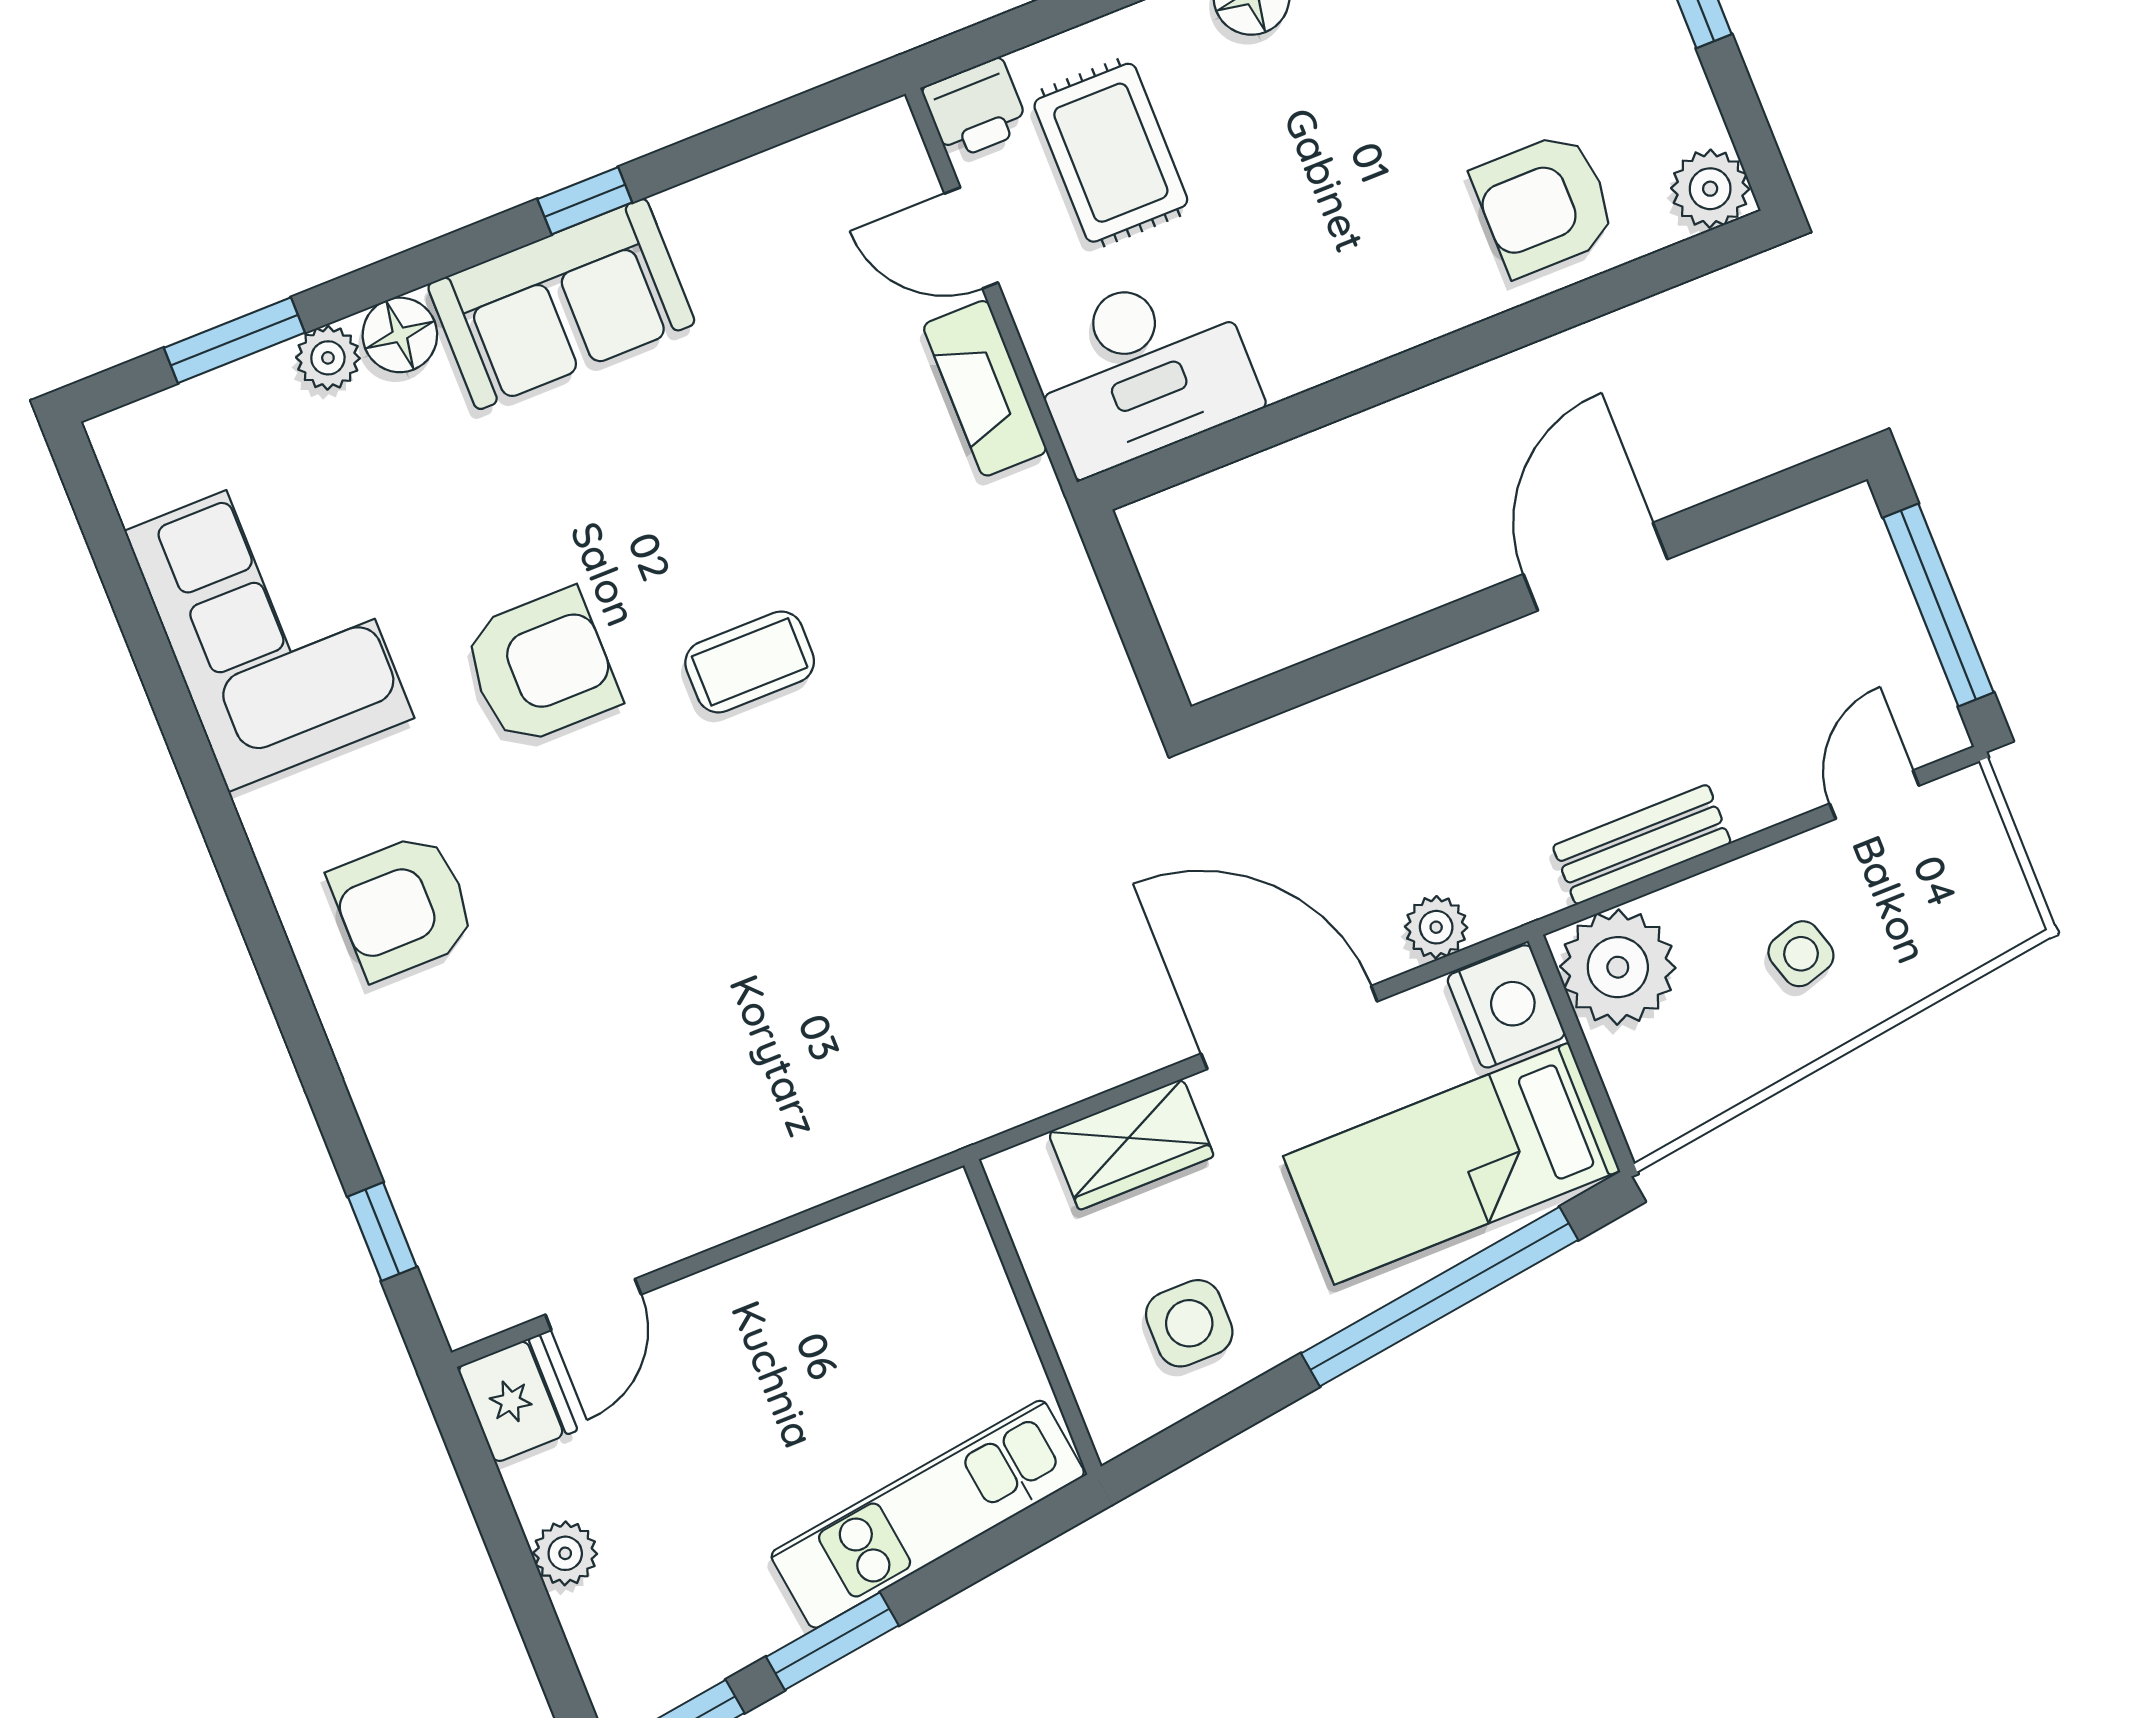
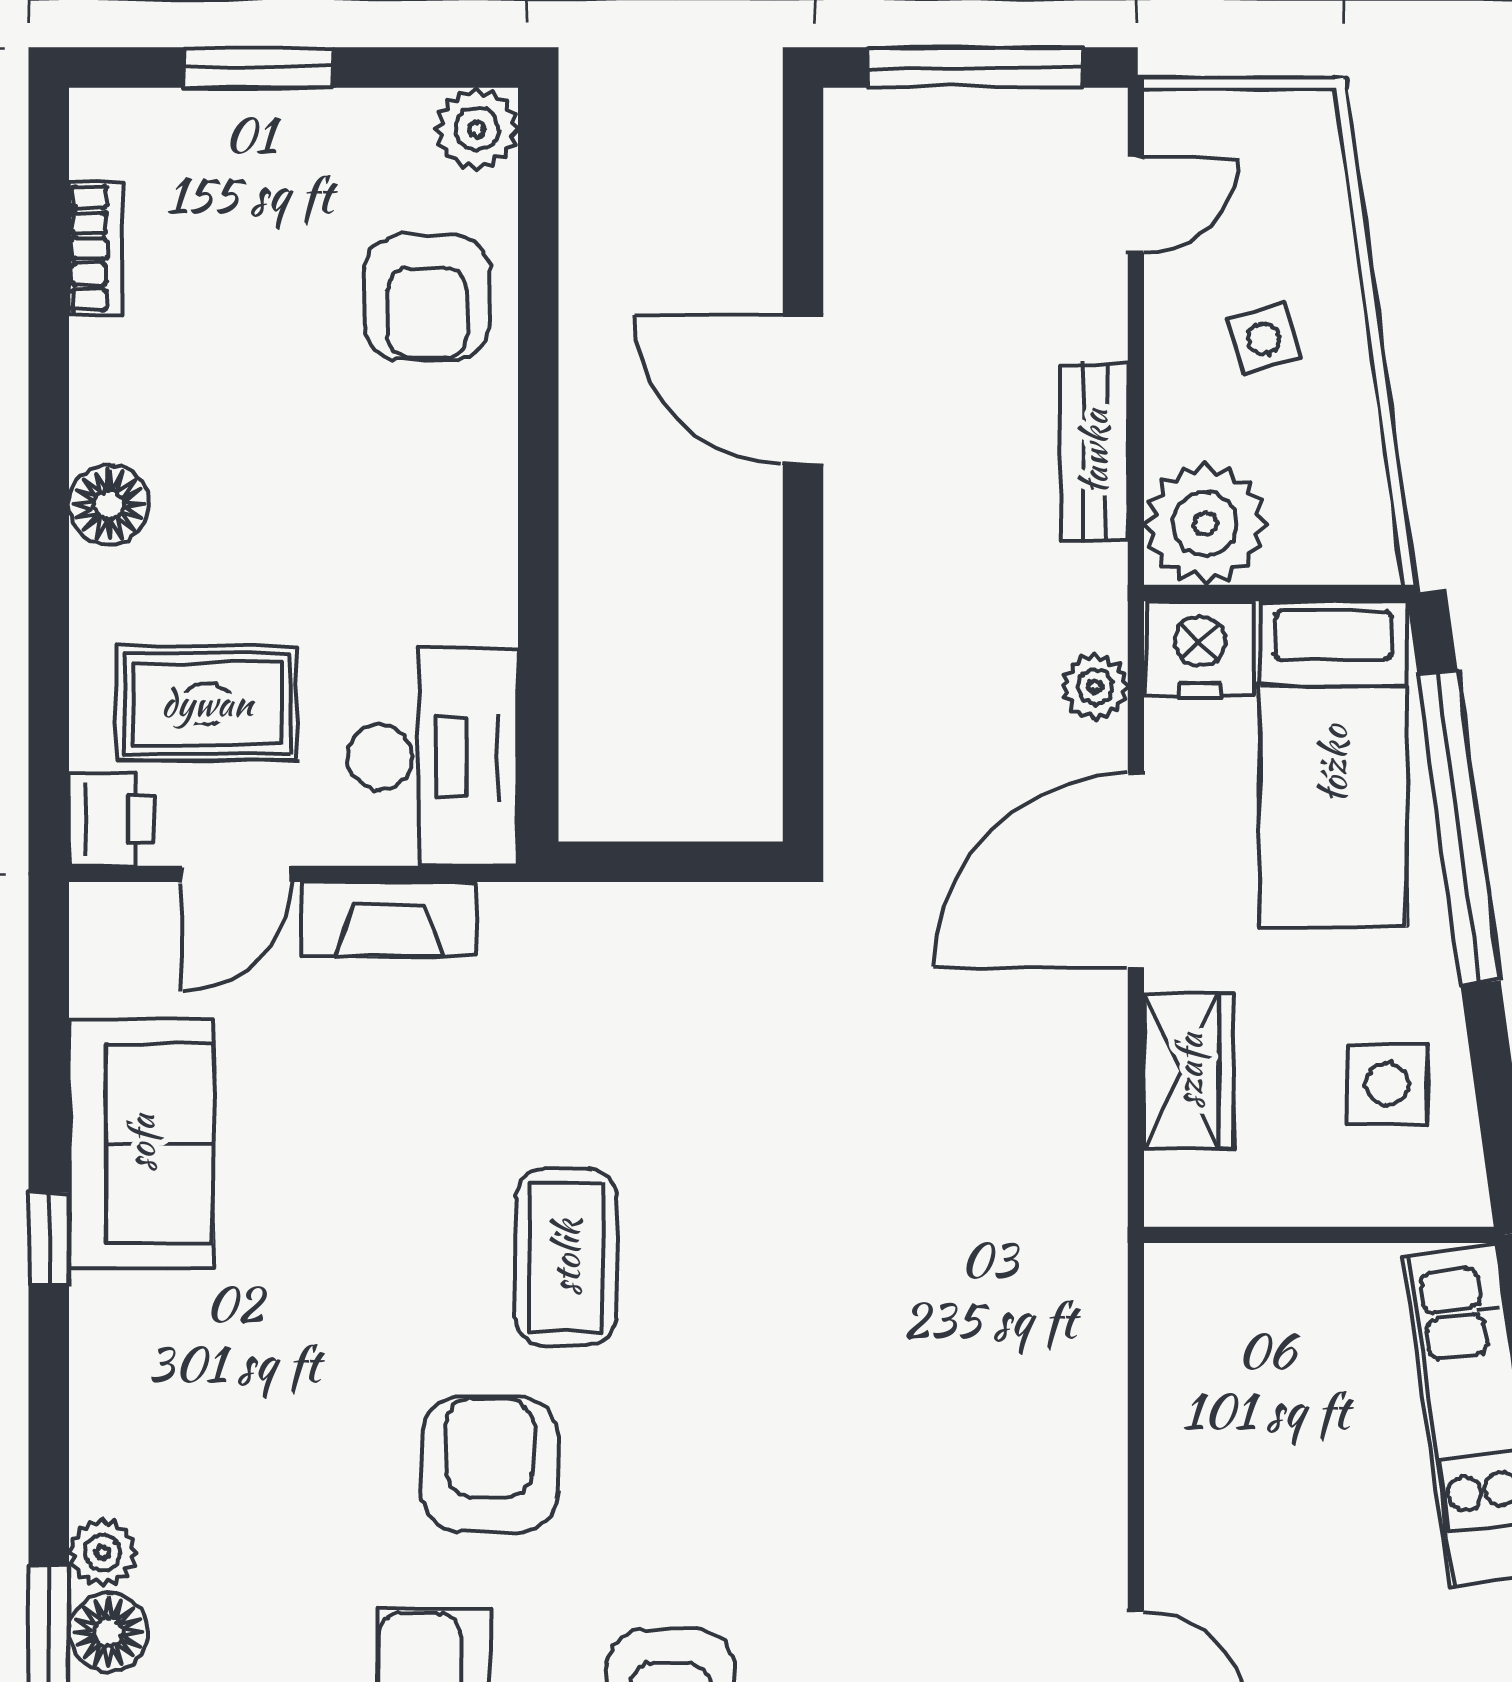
sofa: (561, 304) -> (141, 1143), moved
floor lamp: (400, 335) -> (108, 1632), moved
coffee table: (750, 662) -> (566, 1257), width x1.36, depth x1.30
door: (1874, 795) -> (1136, 205), swing flipped

